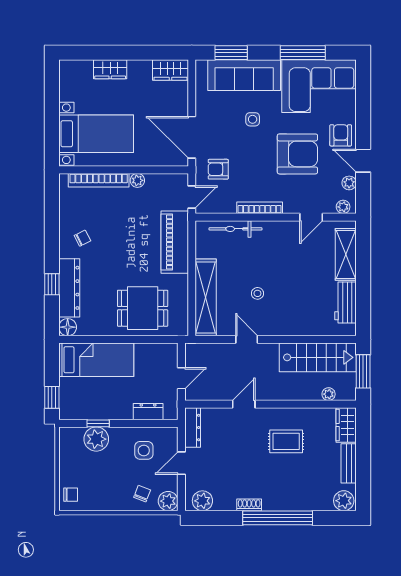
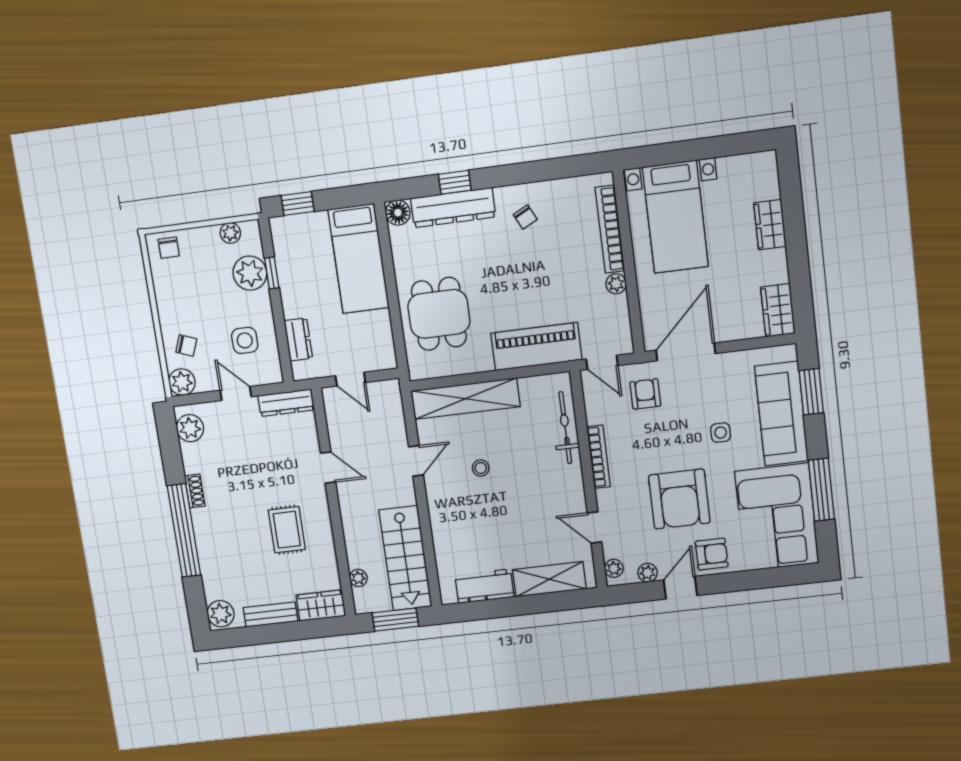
plant: (66, 449) -> (230, 233), added

